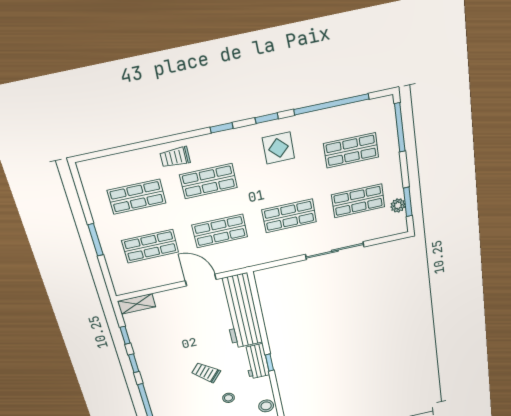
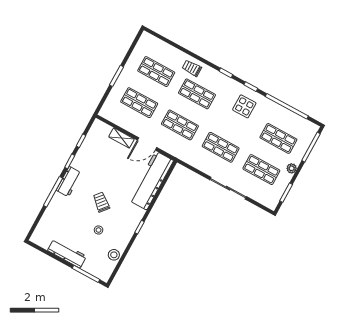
plant: (398, 205) -> (292, 168), moved
door: (201, 280) -> (147, 144), swing flipped
shelving: (137, 304) -> (121, 138), moved
workbench: (256, 361) -> (69, 182), moved, turned 180

